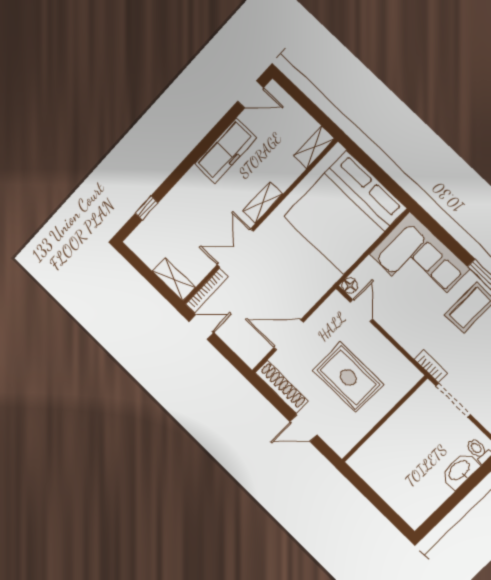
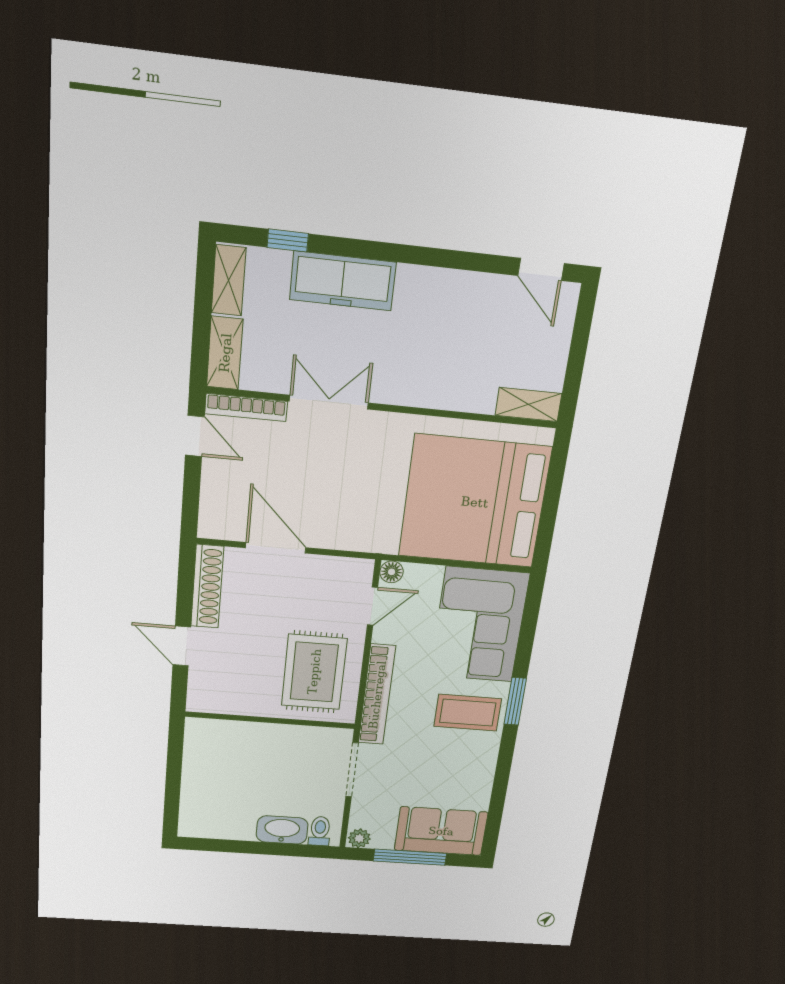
freezer: (225, 151) -> (343, 281), moved
shelving: (263, 203) -> (229, 280), moved, turned 90
bookcase: (431, 366) -> (377, 695), width x2.31, depth x1.31
rug: (348, 377) -> (314, 672), moved

